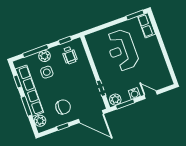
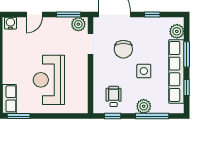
reception desk: (122, 50) -> (49, 80), turned 180
side table: (47, 72) -> (144, 71), moved
water cooler: (134, 93) -> (10, 23), moved
door: (151, 95) -> (34, 15), hinge flipped
chair: (63, 107) -> (123, 49), moved, turned -90

